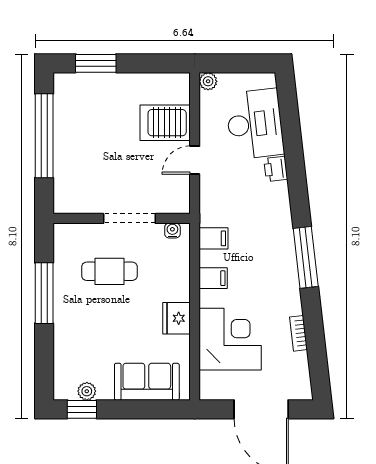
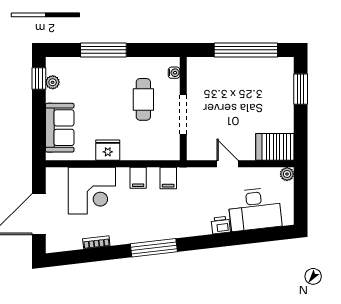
server rack: (165, 123) -> (275, 147), moved, turned -90
water cooler: (172, 231) -> (174, 73), moved
window: (44, 293) -> (103, 50), moved

